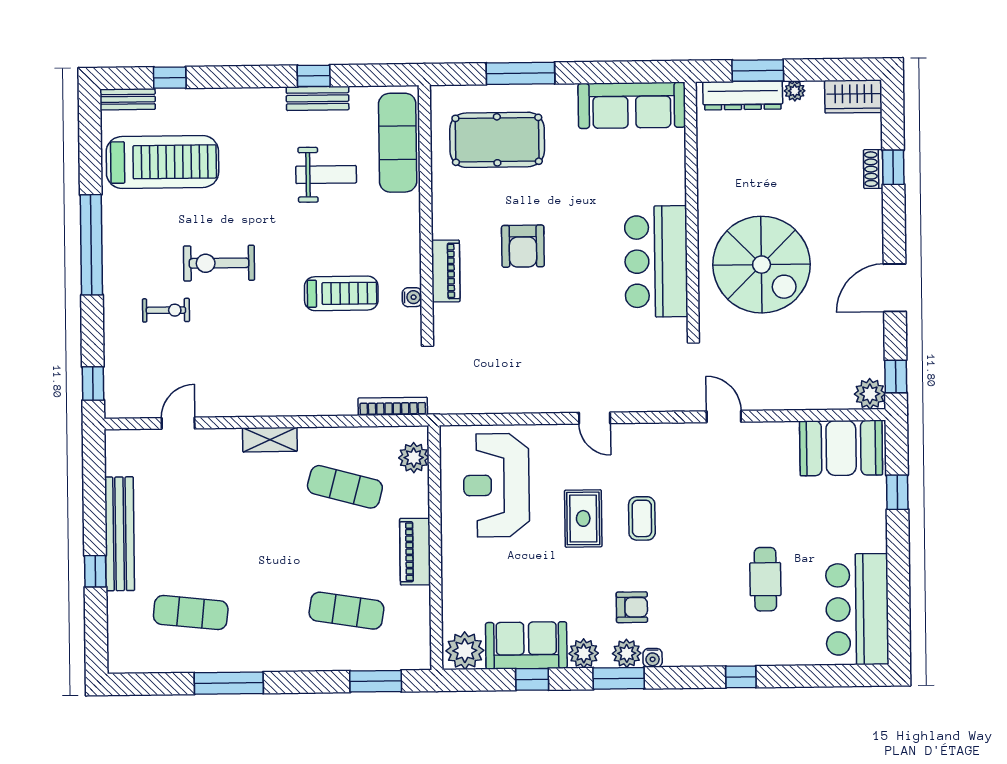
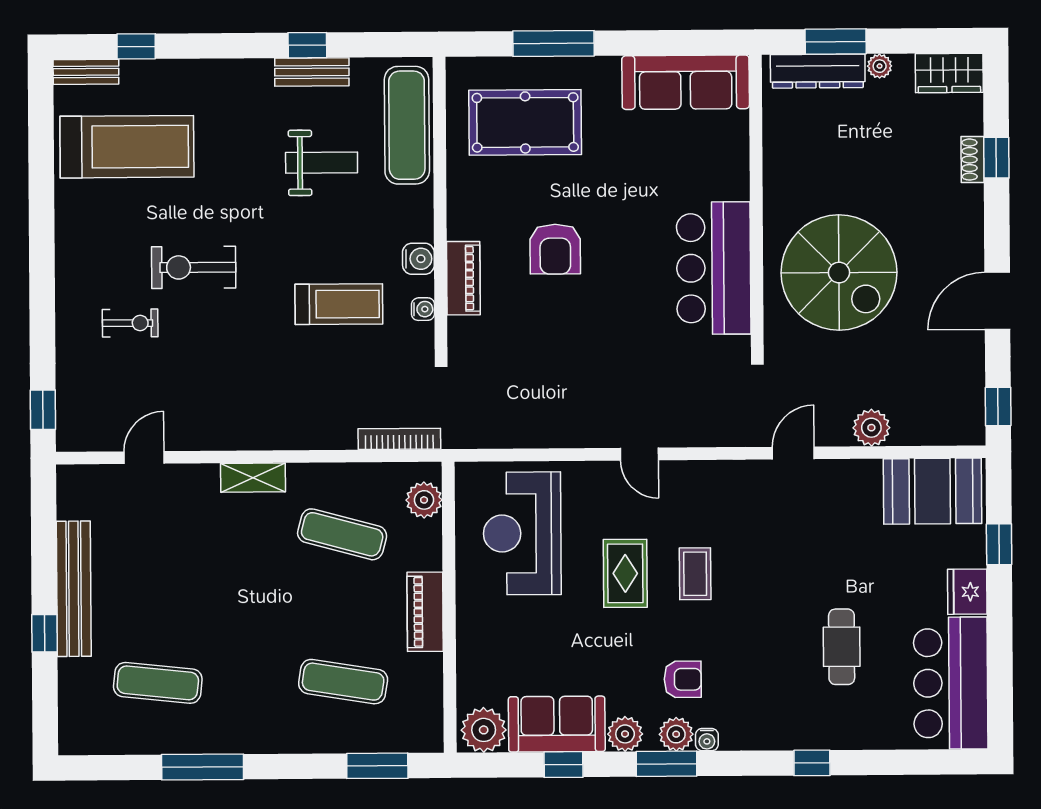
window: (91, 245) -> (42, 245), removed
water cooler: (408, 255) -> (418, 259), added
plant: (870, 394) -> (871, 428), moved
door: (724, 416) -> (793, 453), hinge flipped
fridge: (871, 532) -> (967, 592), added

